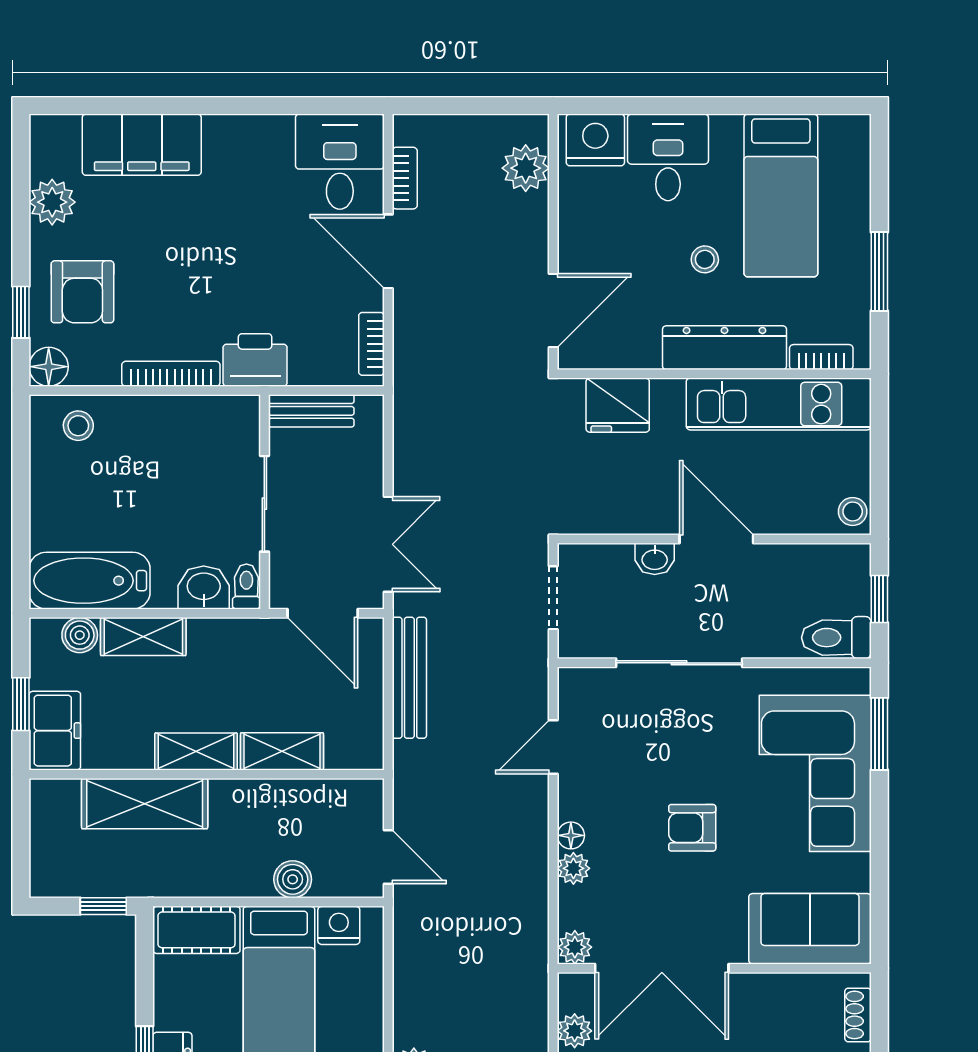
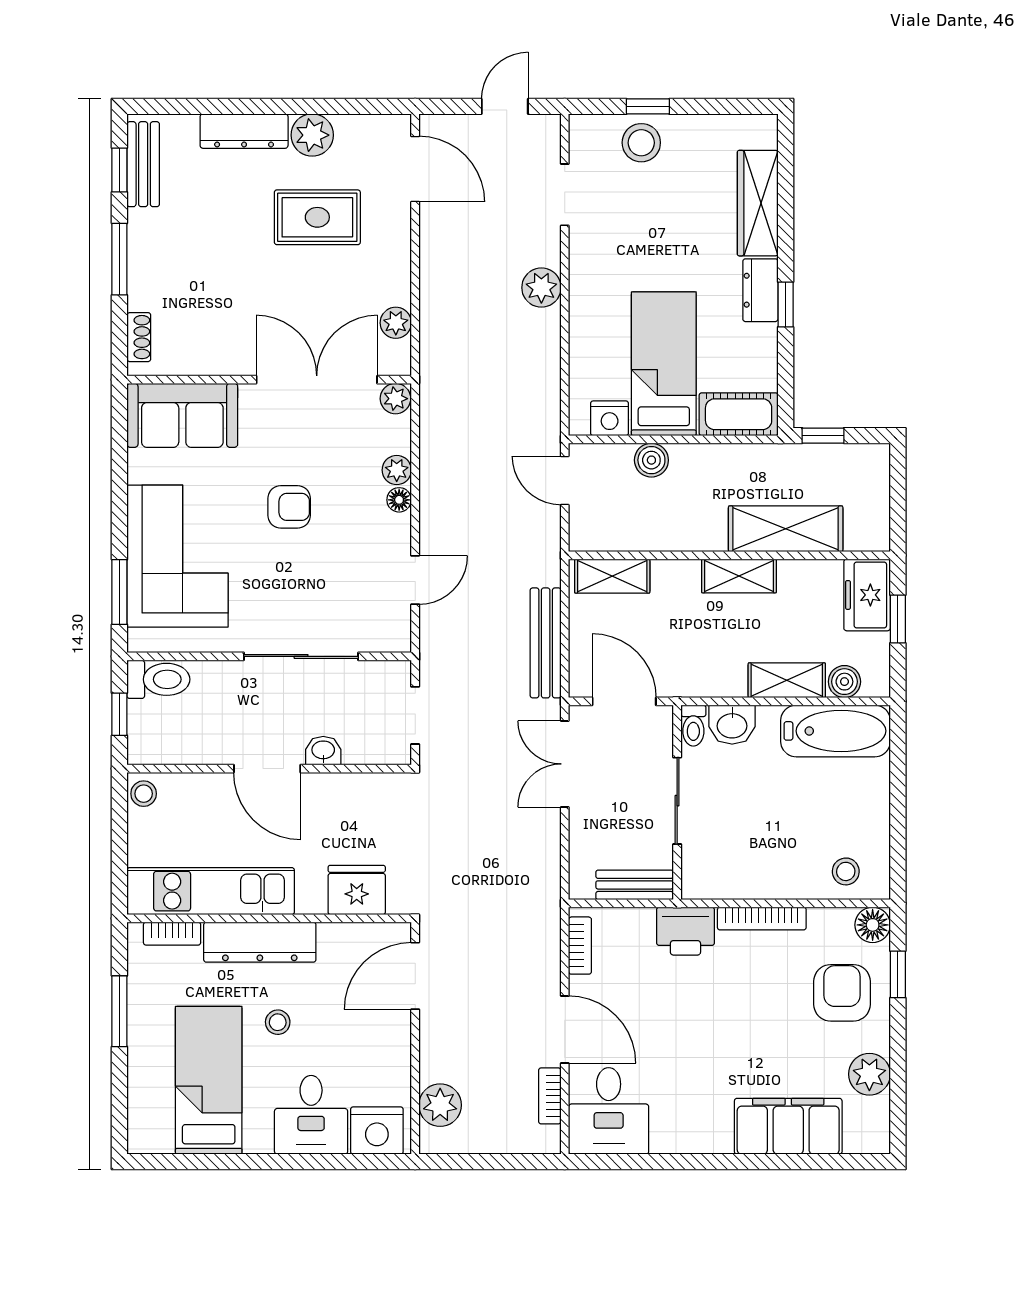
shelving: (282, 751) -> (612, 576), moved

